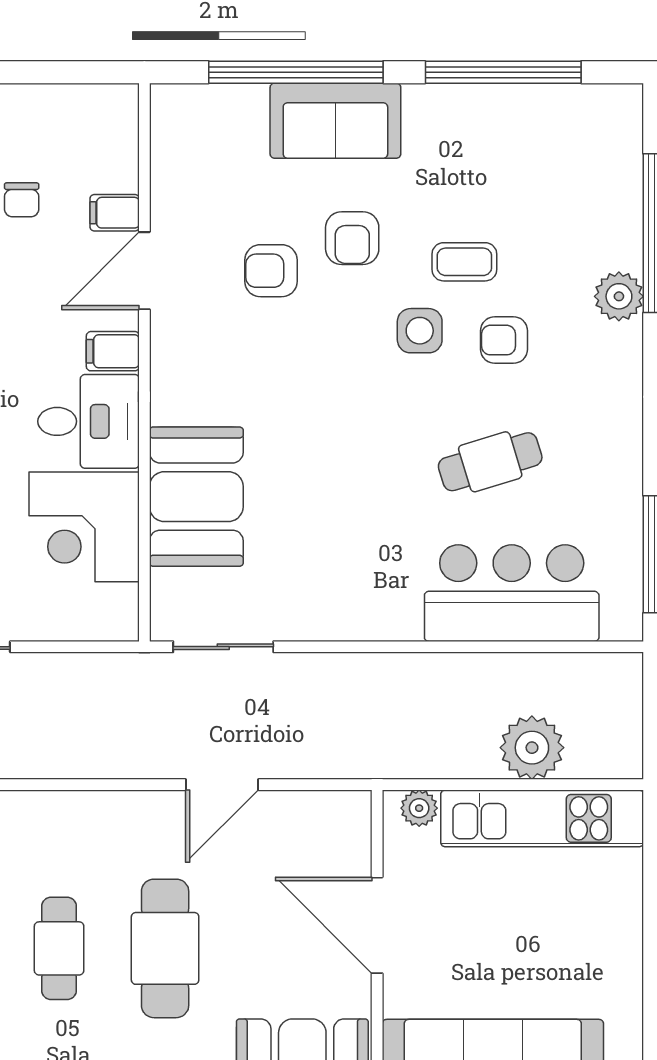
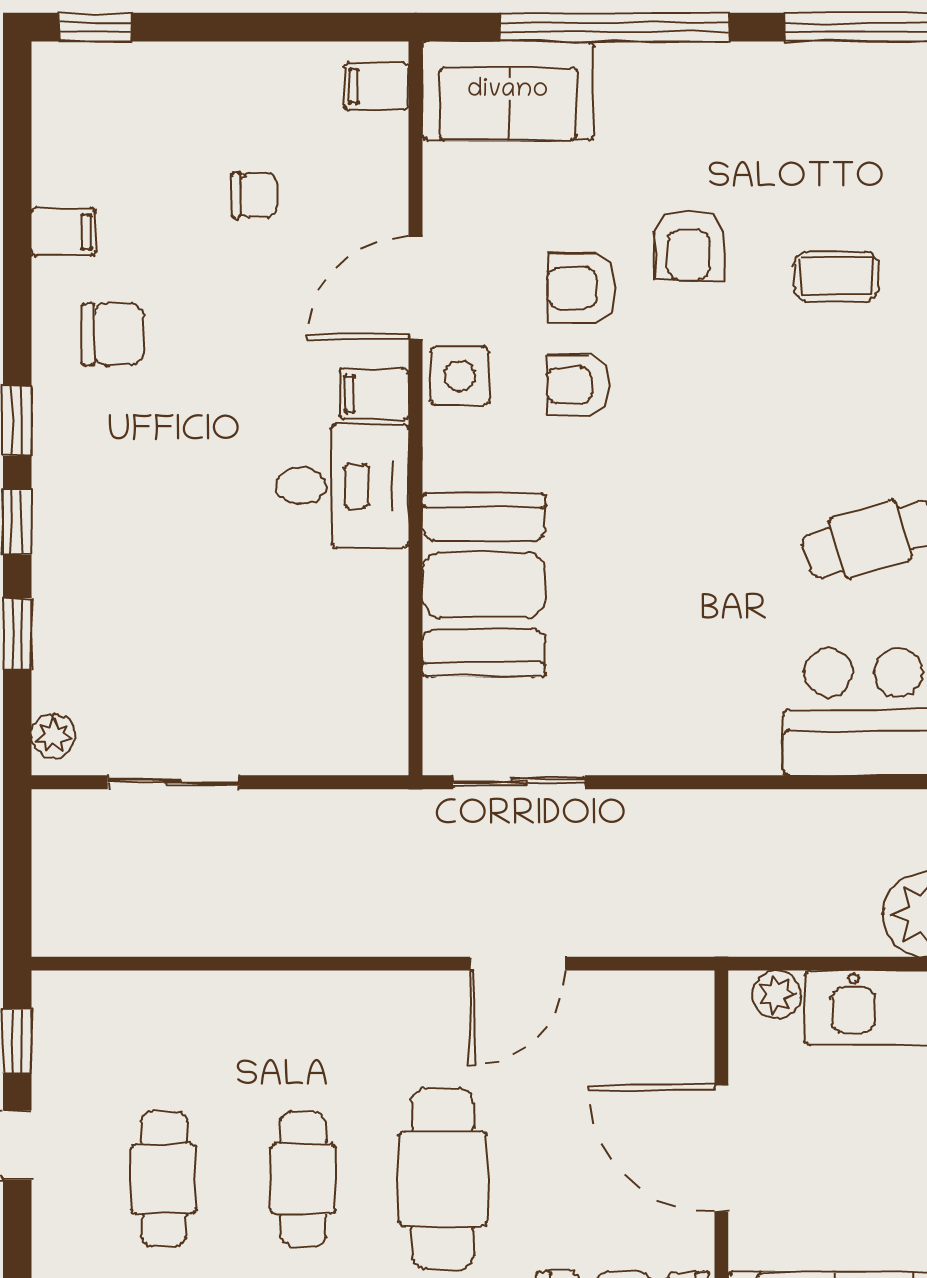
sofa: (335, 121) -> (508, 91), moved
chair: (22, 200) -> (254, 195), turned -90
filing cabinet: (115, 213) -> (376, 86), moved
side table: (420, 331) -> (460, 376), moved
armchair: (504, 340) -> (578, 385), moved
corner desk: (84, 527) -> (336, 625), removed

